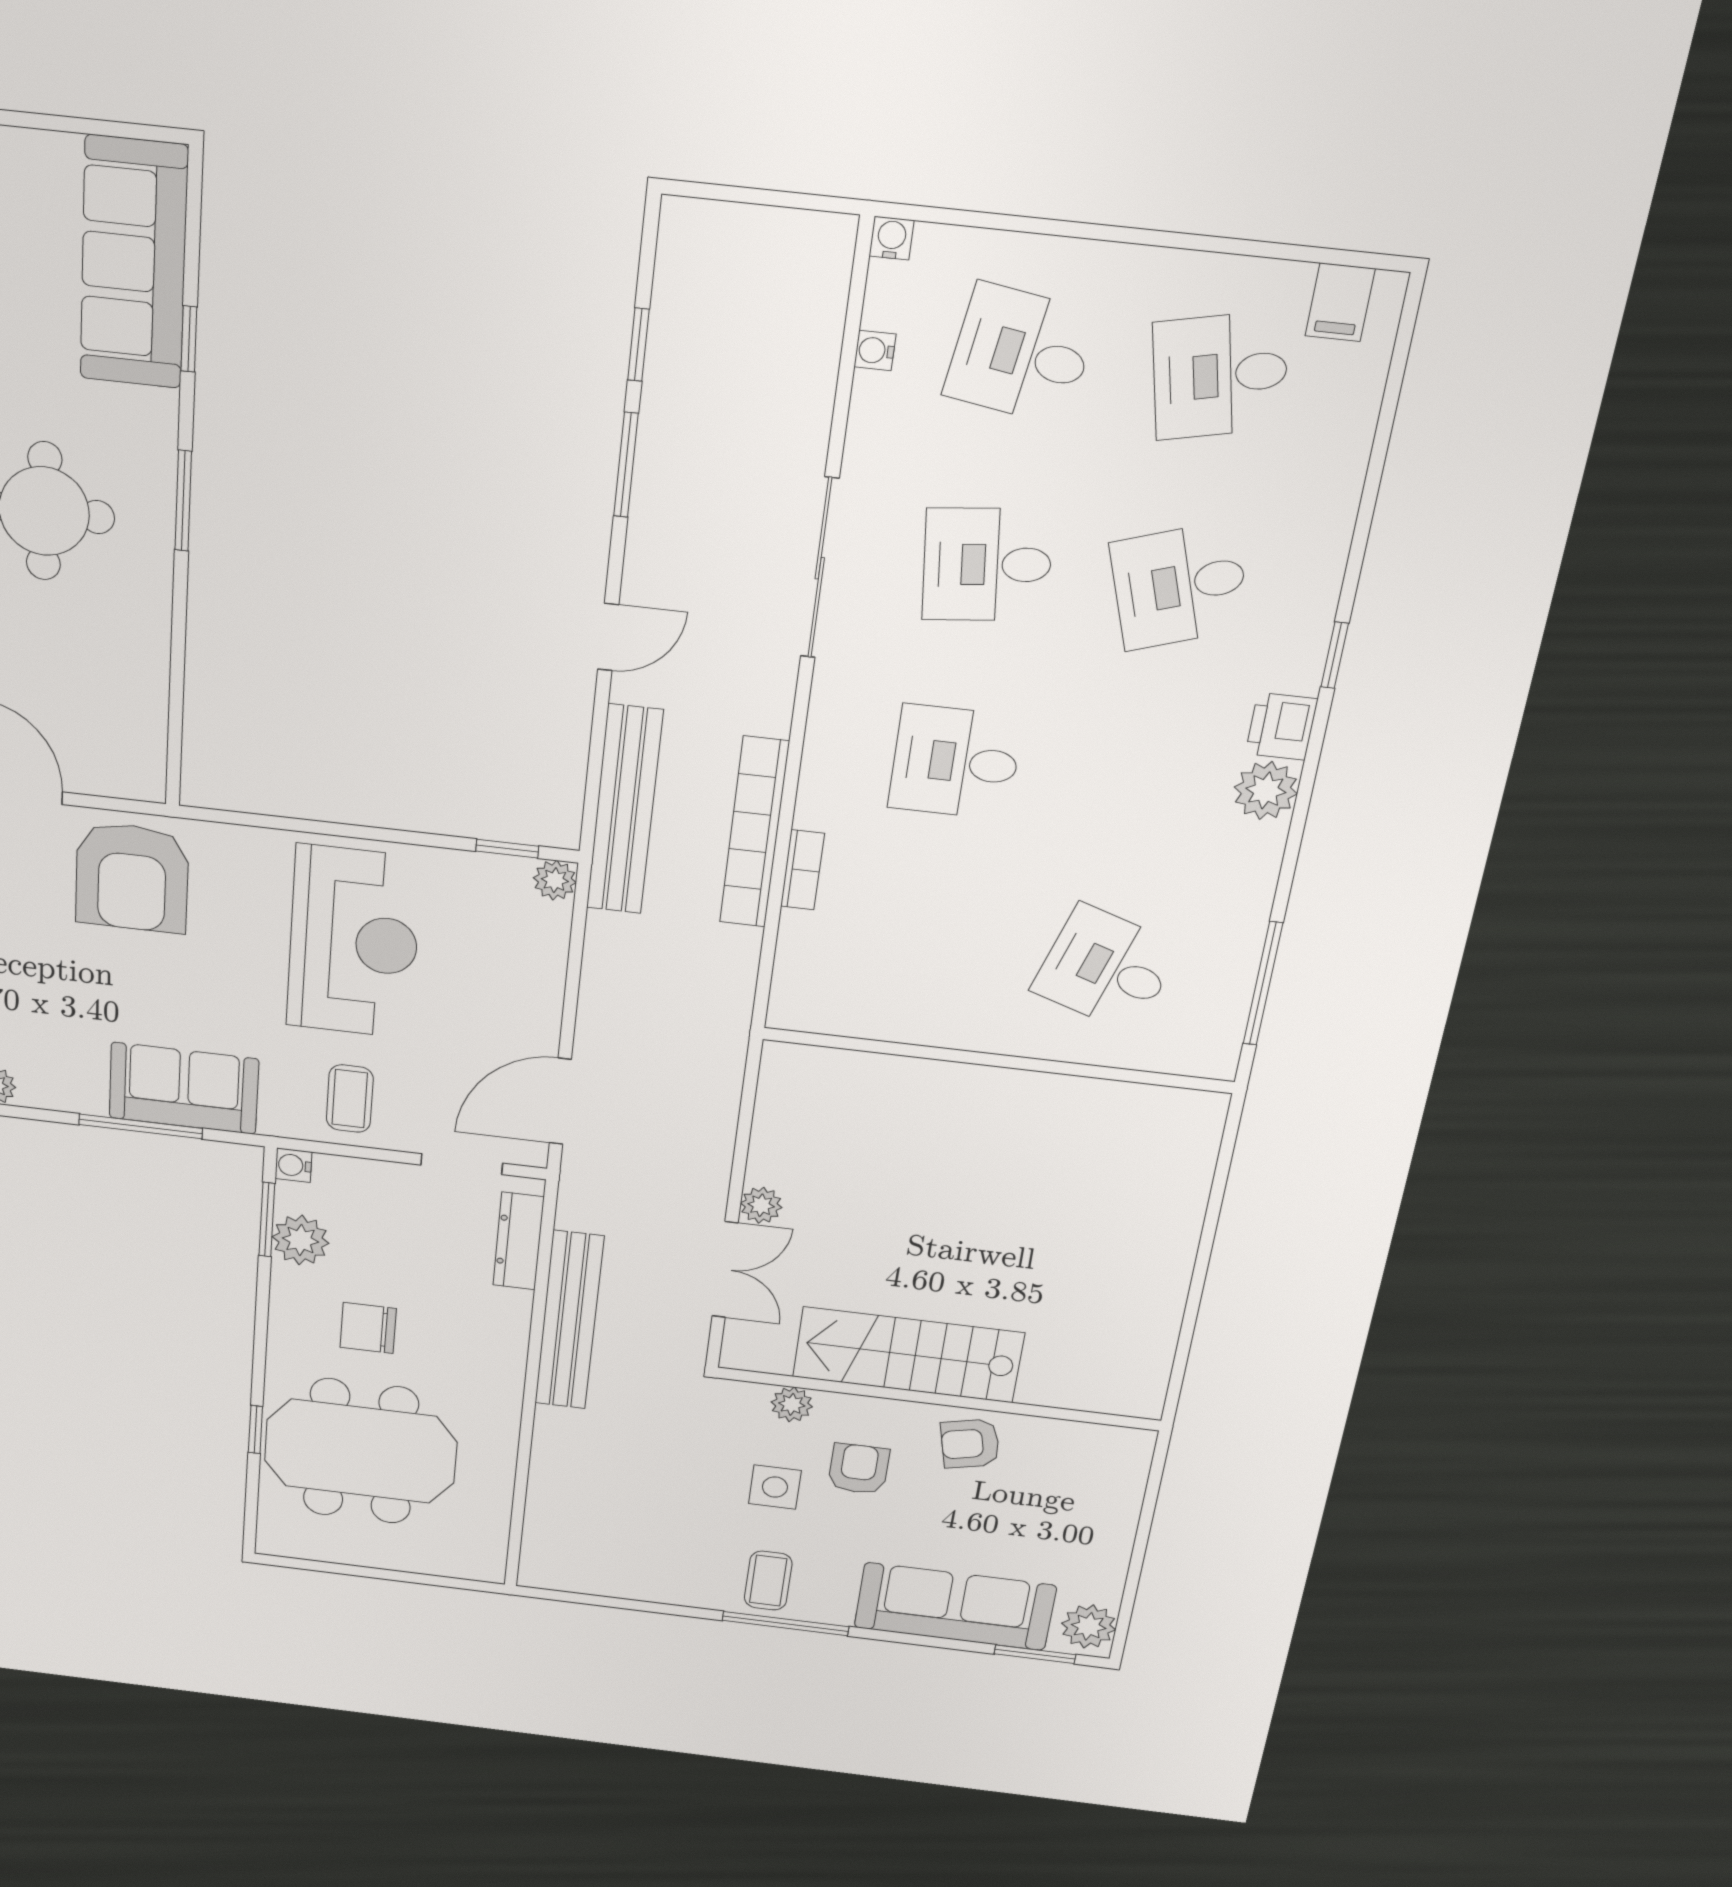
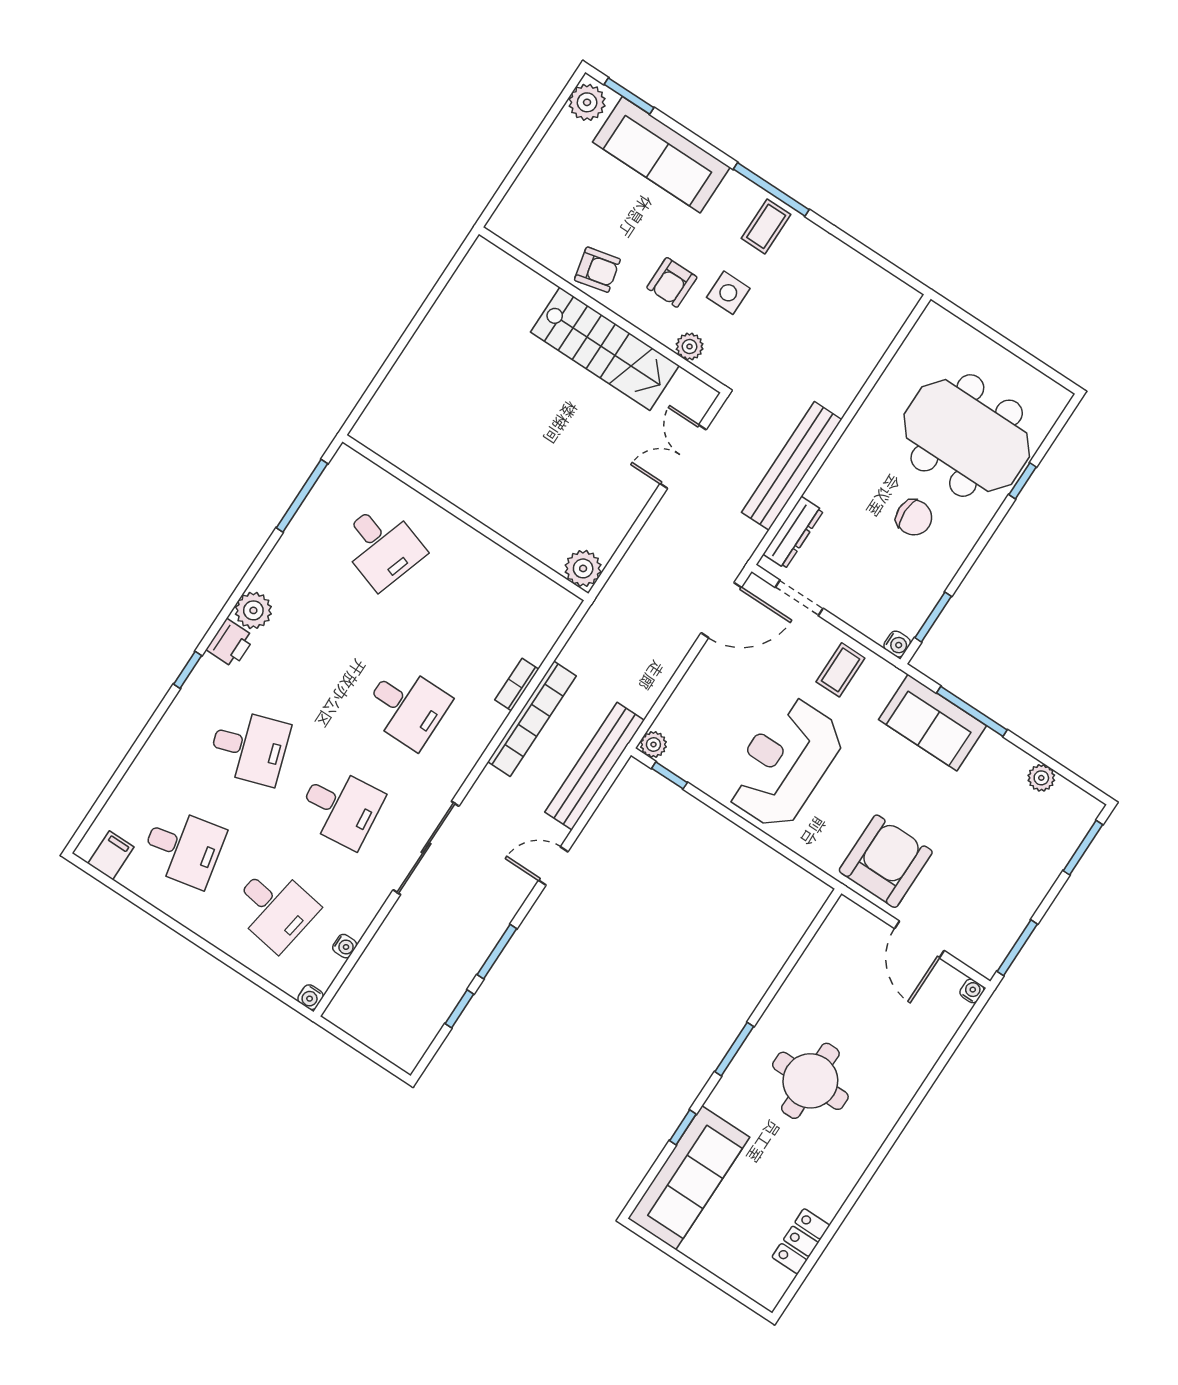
plant: (761, 1205) -> (583, 568), moved, width x1.38, depth x1.38
plant: (301, 1240) -> (921, 594), removed

